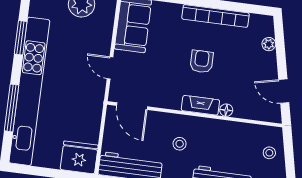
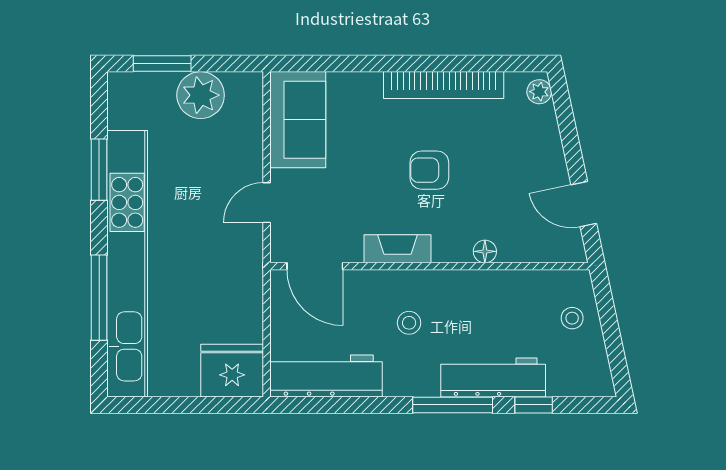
plant: (269, 44) -> (539, 92), moved
armchair: (202, 62) -> (429, 170), turned -90
door: (110, 68) -> (267, 203), hinge flipped
fireplace: (200, 105) -> (398, 249), moved

